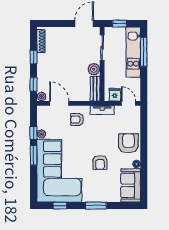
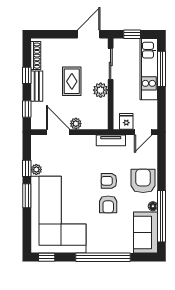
rug: (70, 62) -> (72, 81), added
bench: (95, 89) -> (37, 86), moved
plant: (42, 96) -> (76, 124), moved
door: (129, 103) -> (143, 132), swing flipped
armchair: (77, 120) -> (109, 181), moved
window: (144, 172) -> (162, 216), added
window: (60, 206) -> (47, 257), moved
window: (96, 206) -> (103, 257), width x2.11

